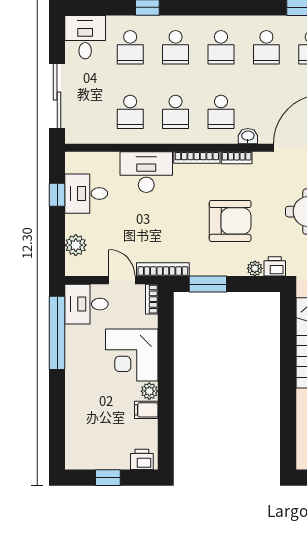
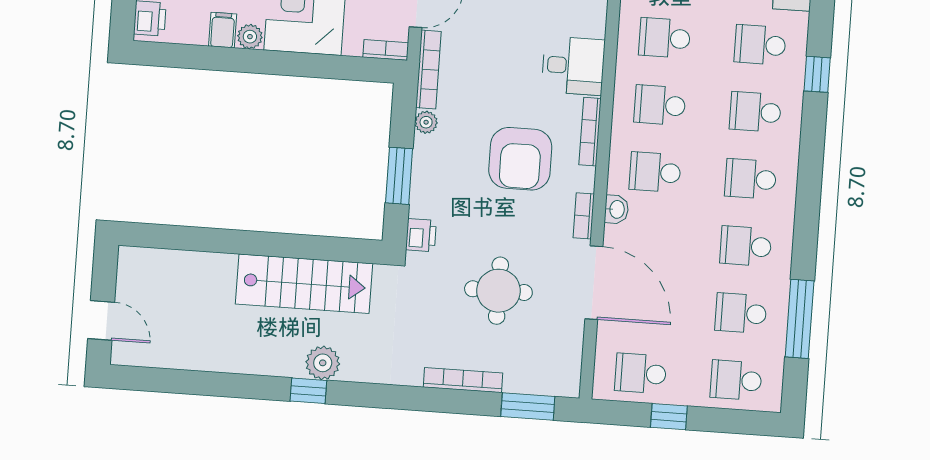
bookcase: (237, 158) -> (584, 216), moved
desk: (146, 172) -> (573, 66), width x0.73
armchair: (230, 221) -> (520, 159), moved
plant: (255, 268) -> (426, 122), moved
window: (208, 284) -> (399, 176), moved

